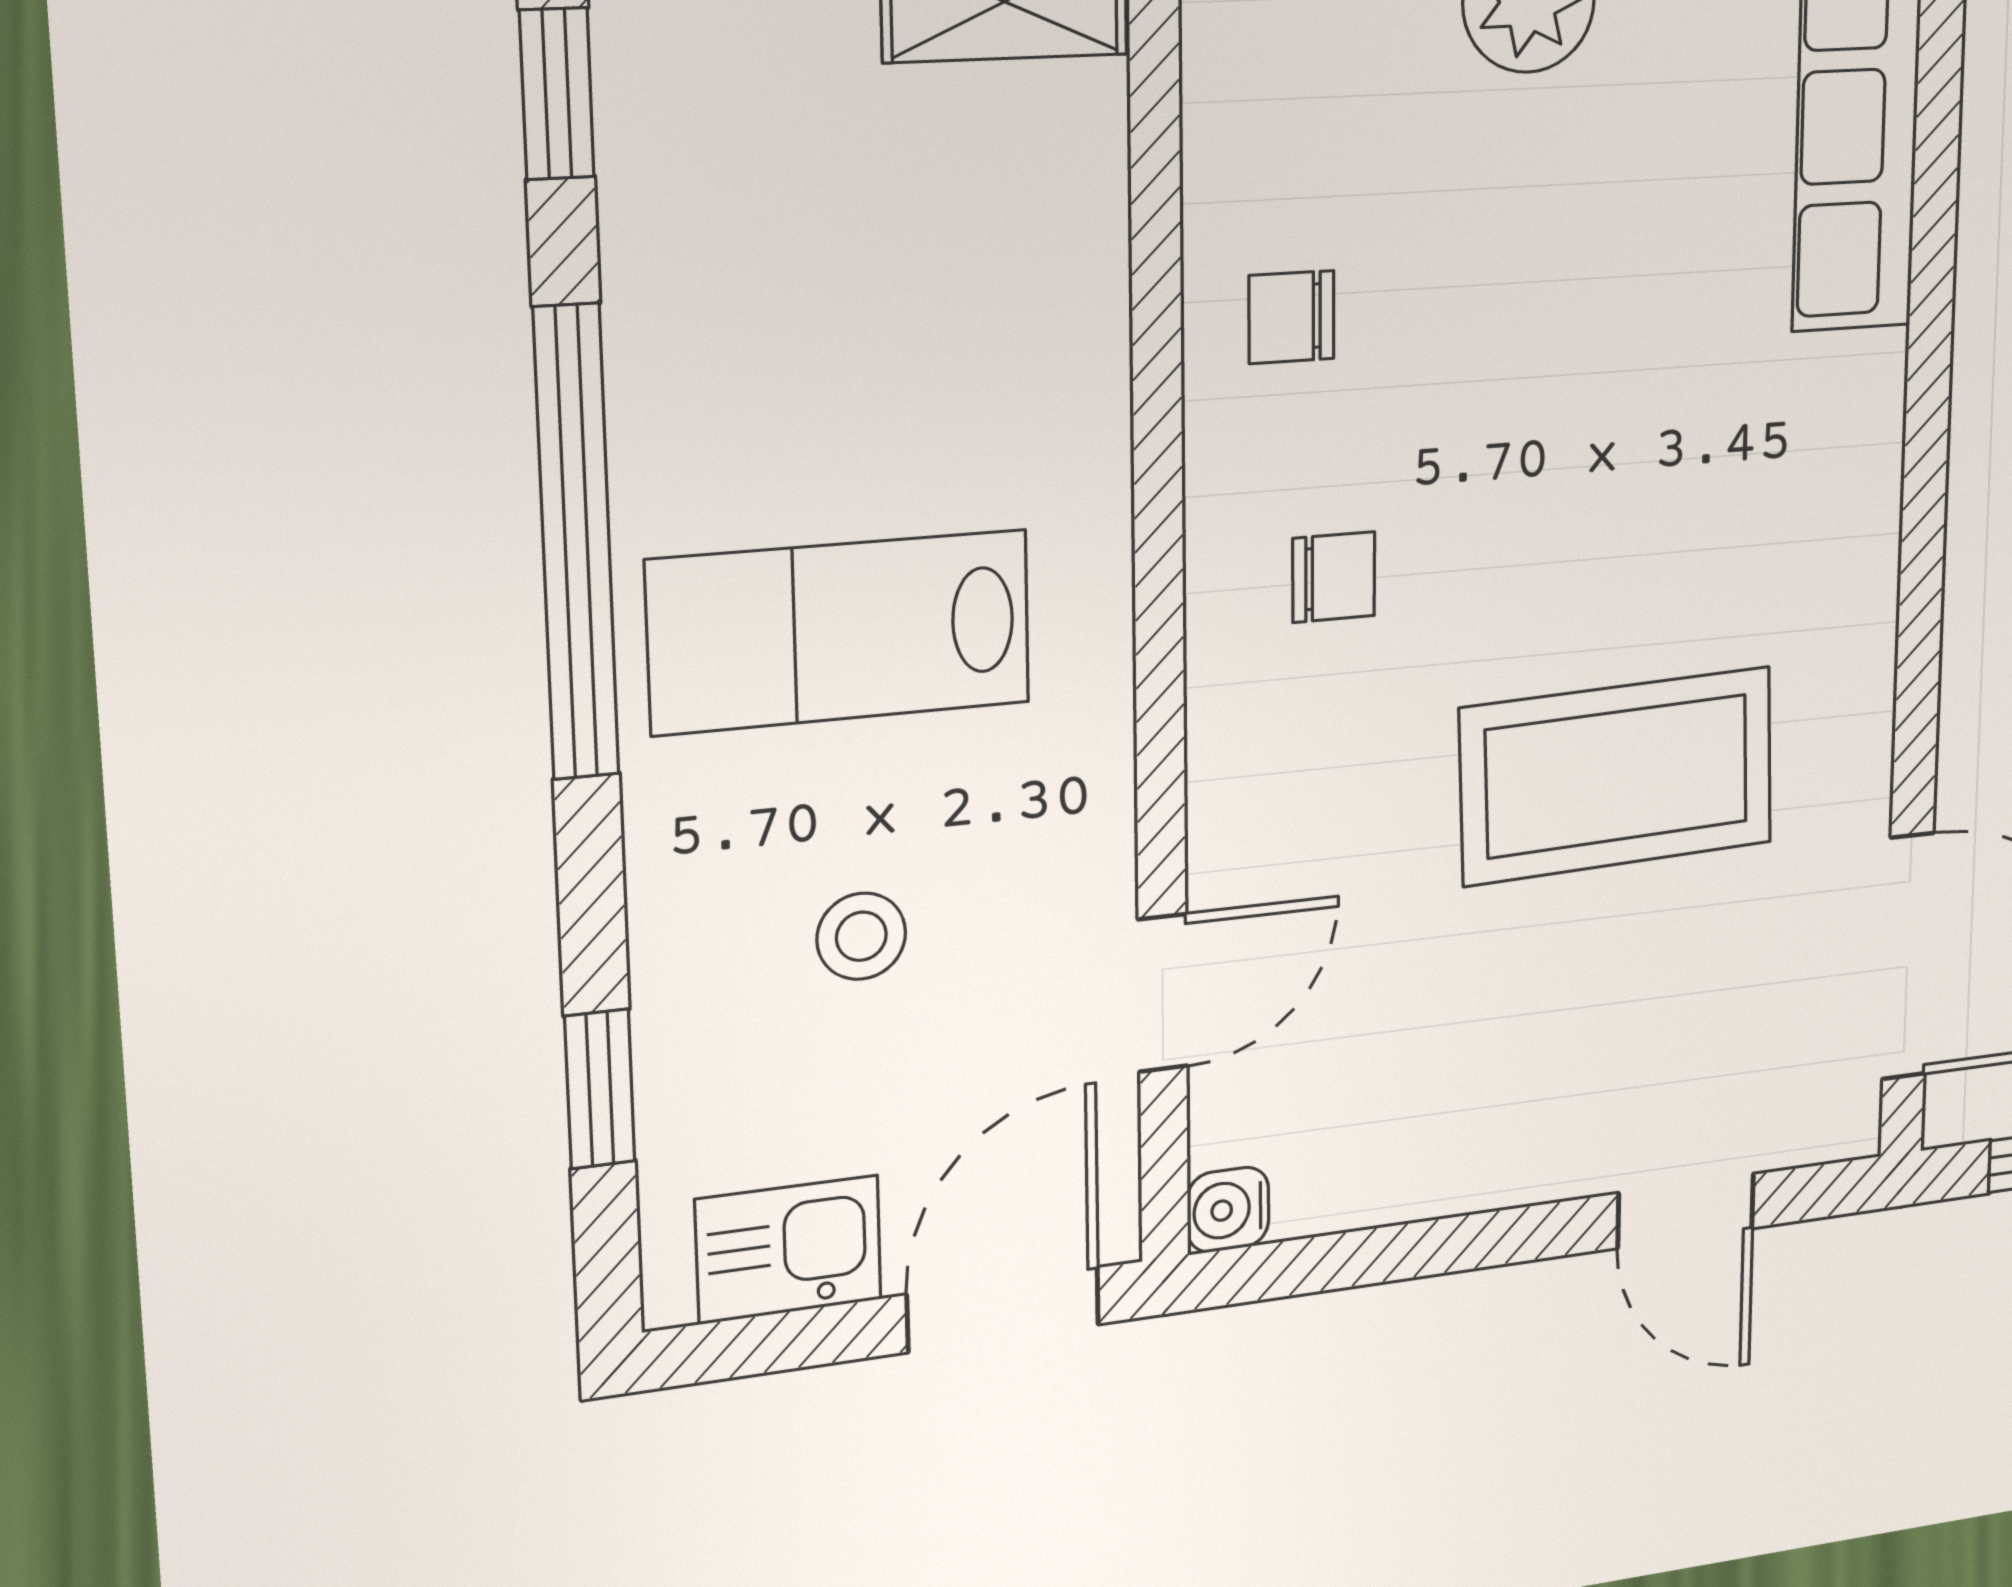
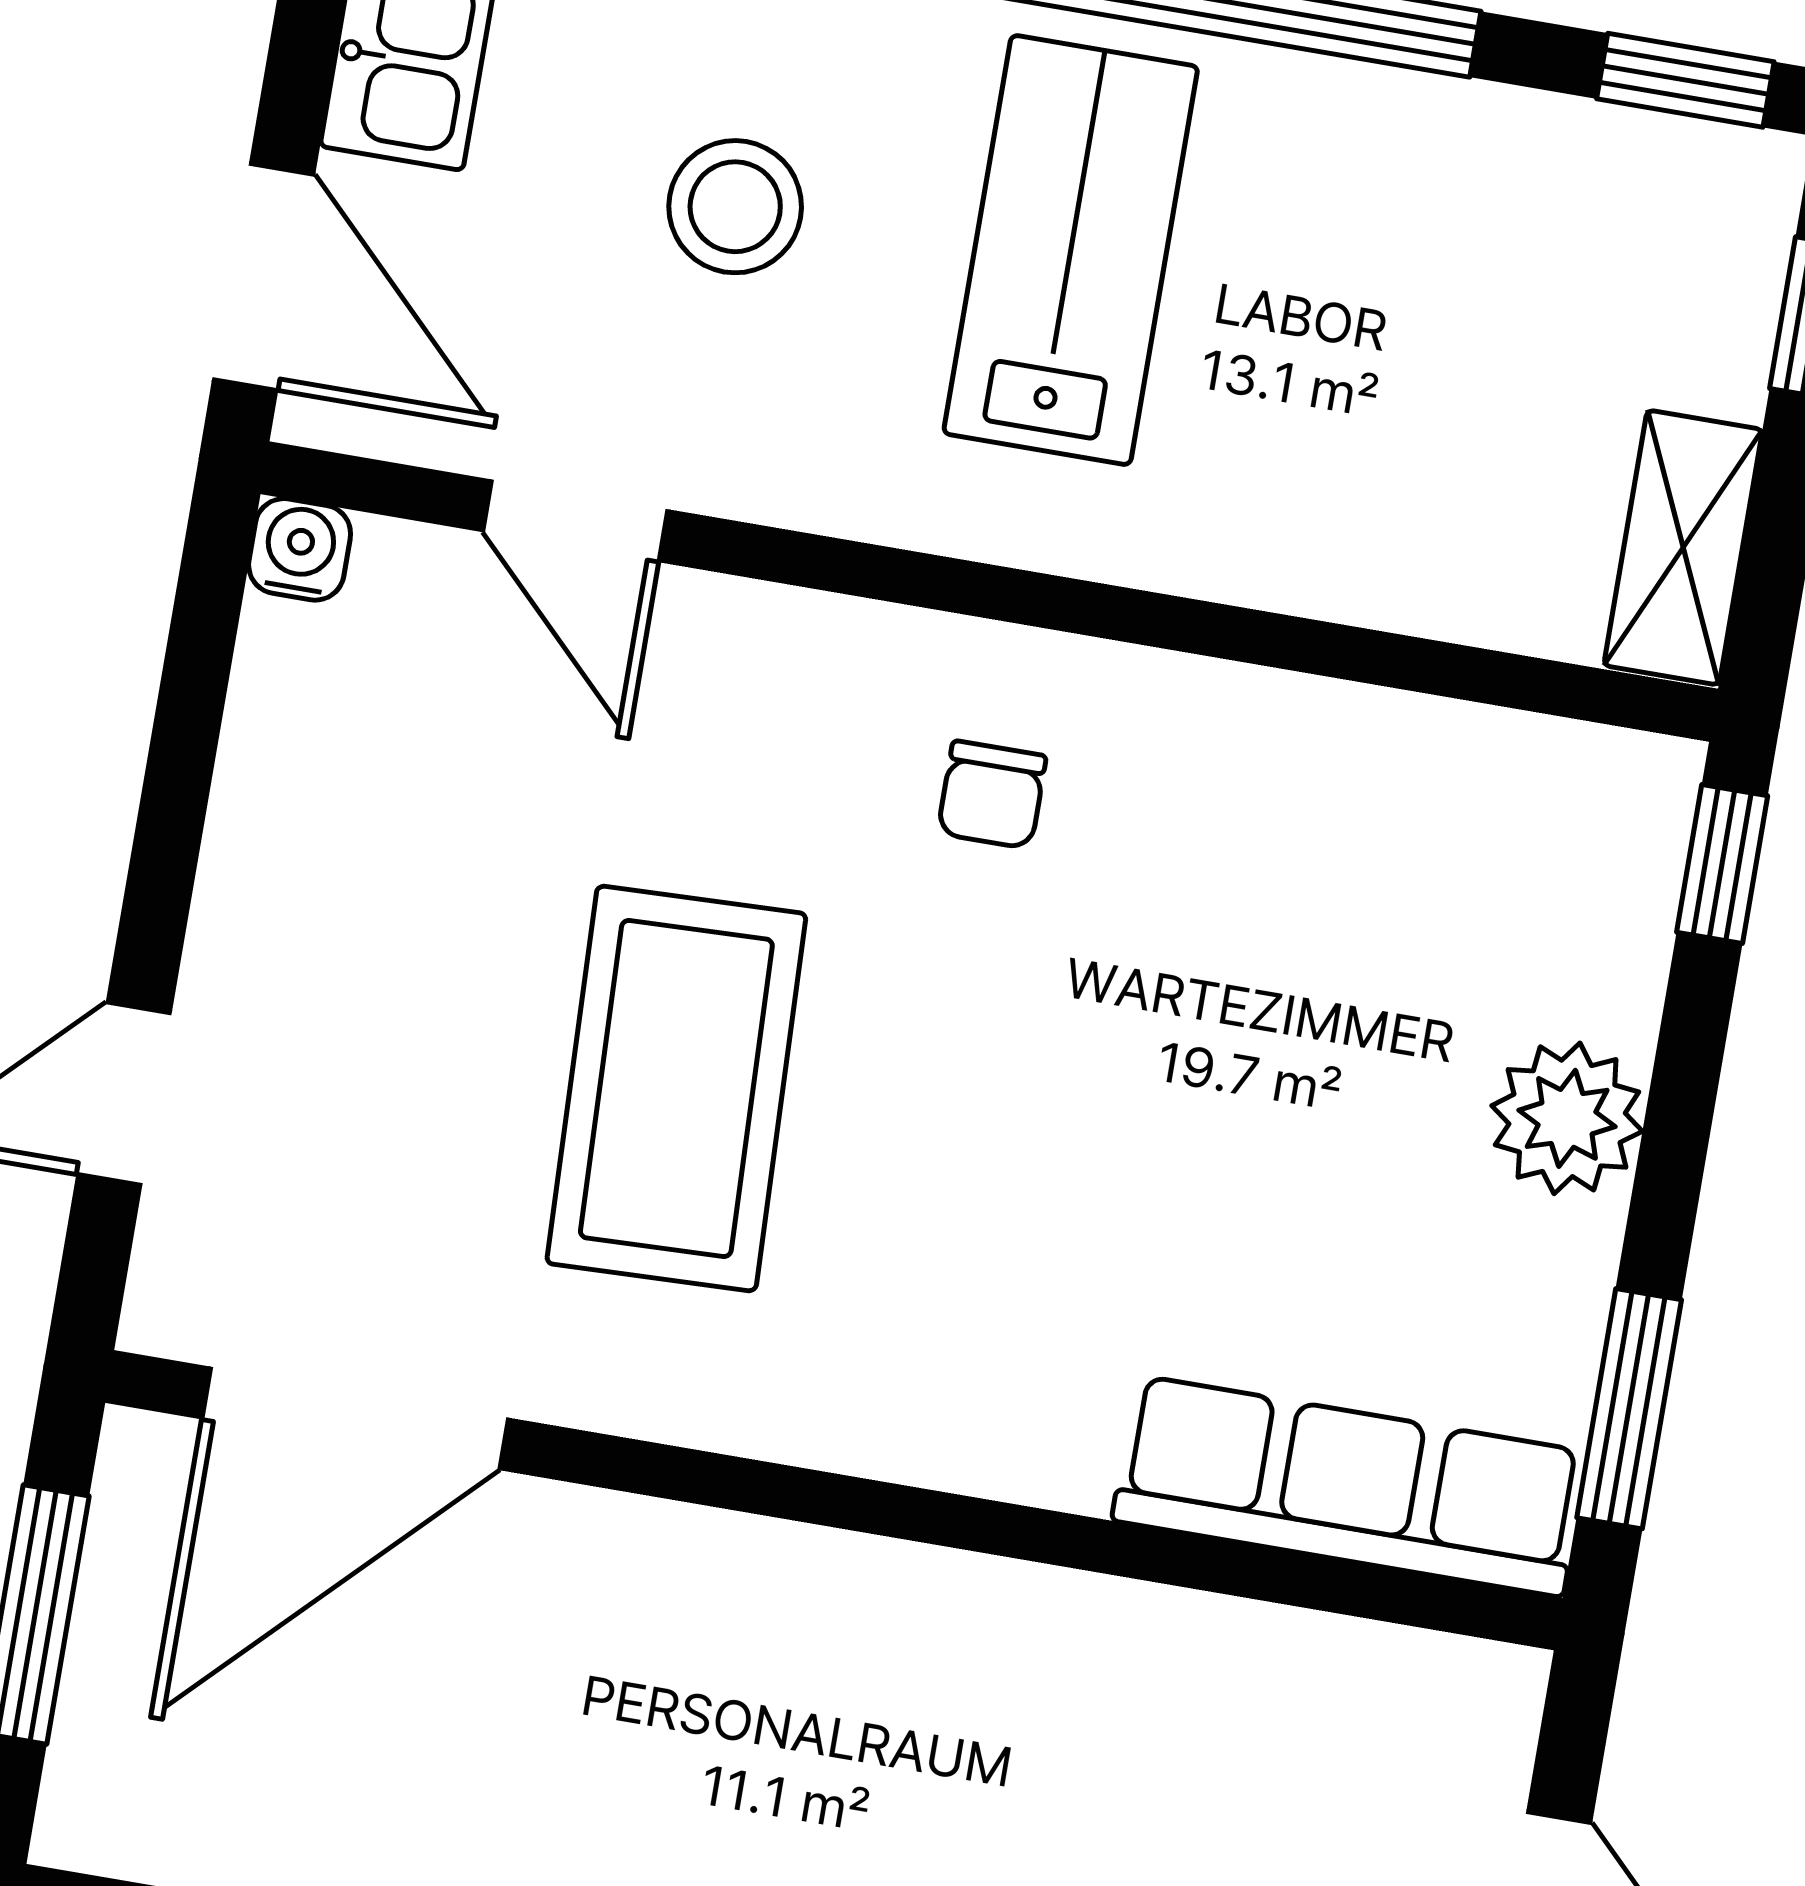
chair: (1292, 317) -> (1288, 796), removed
stool: (861, 936) -> (735, 207), width x1.37, depth x1.37

